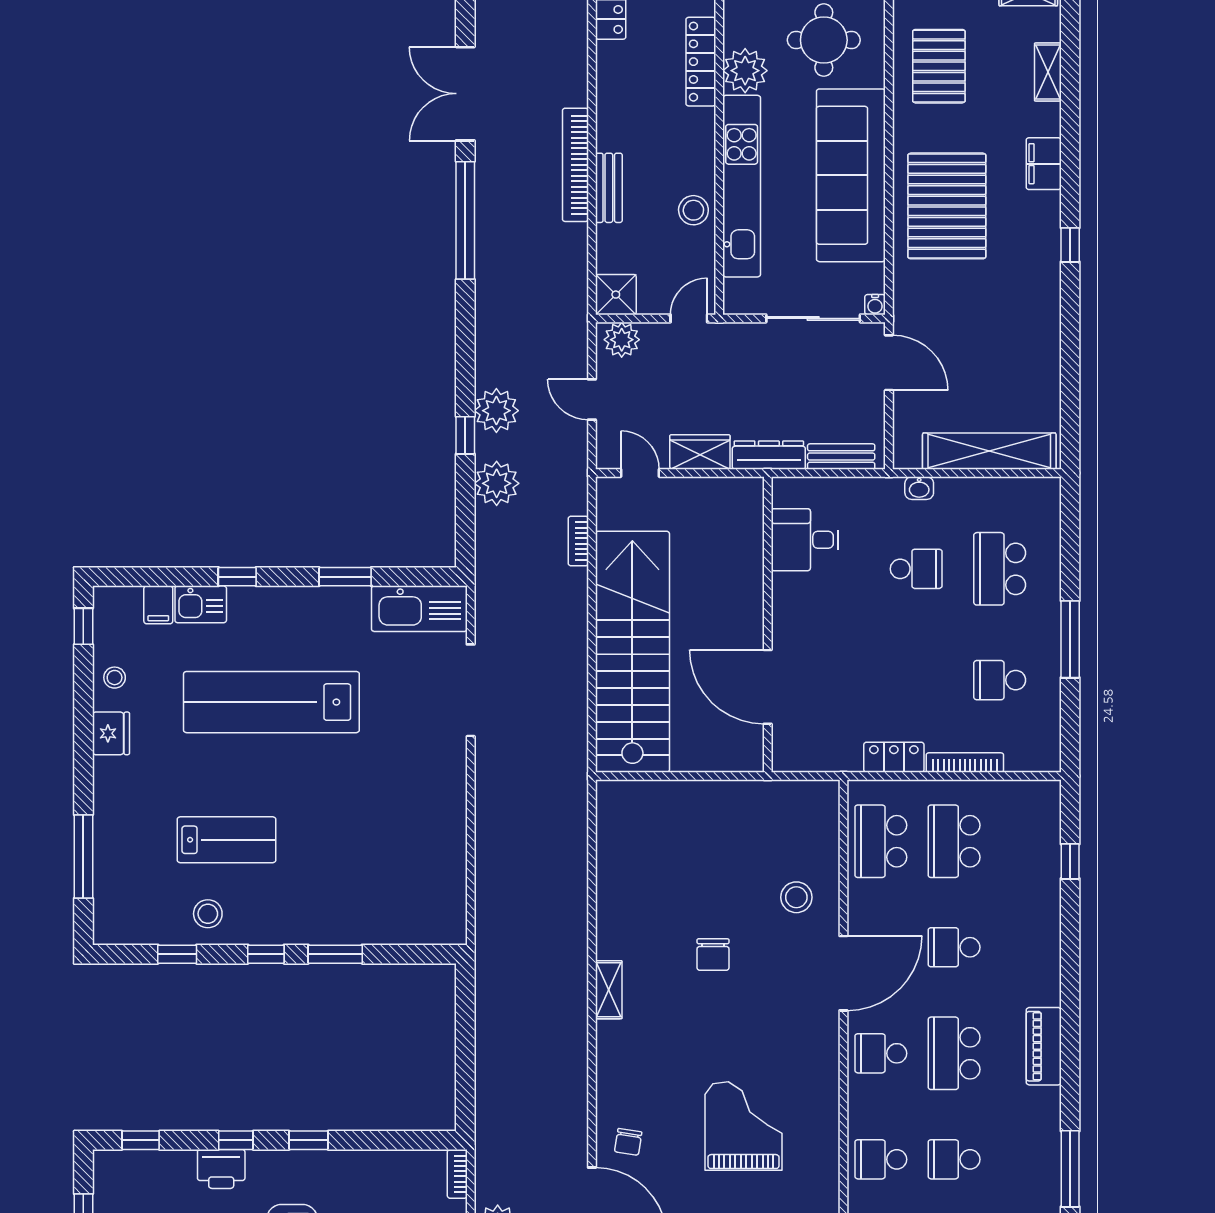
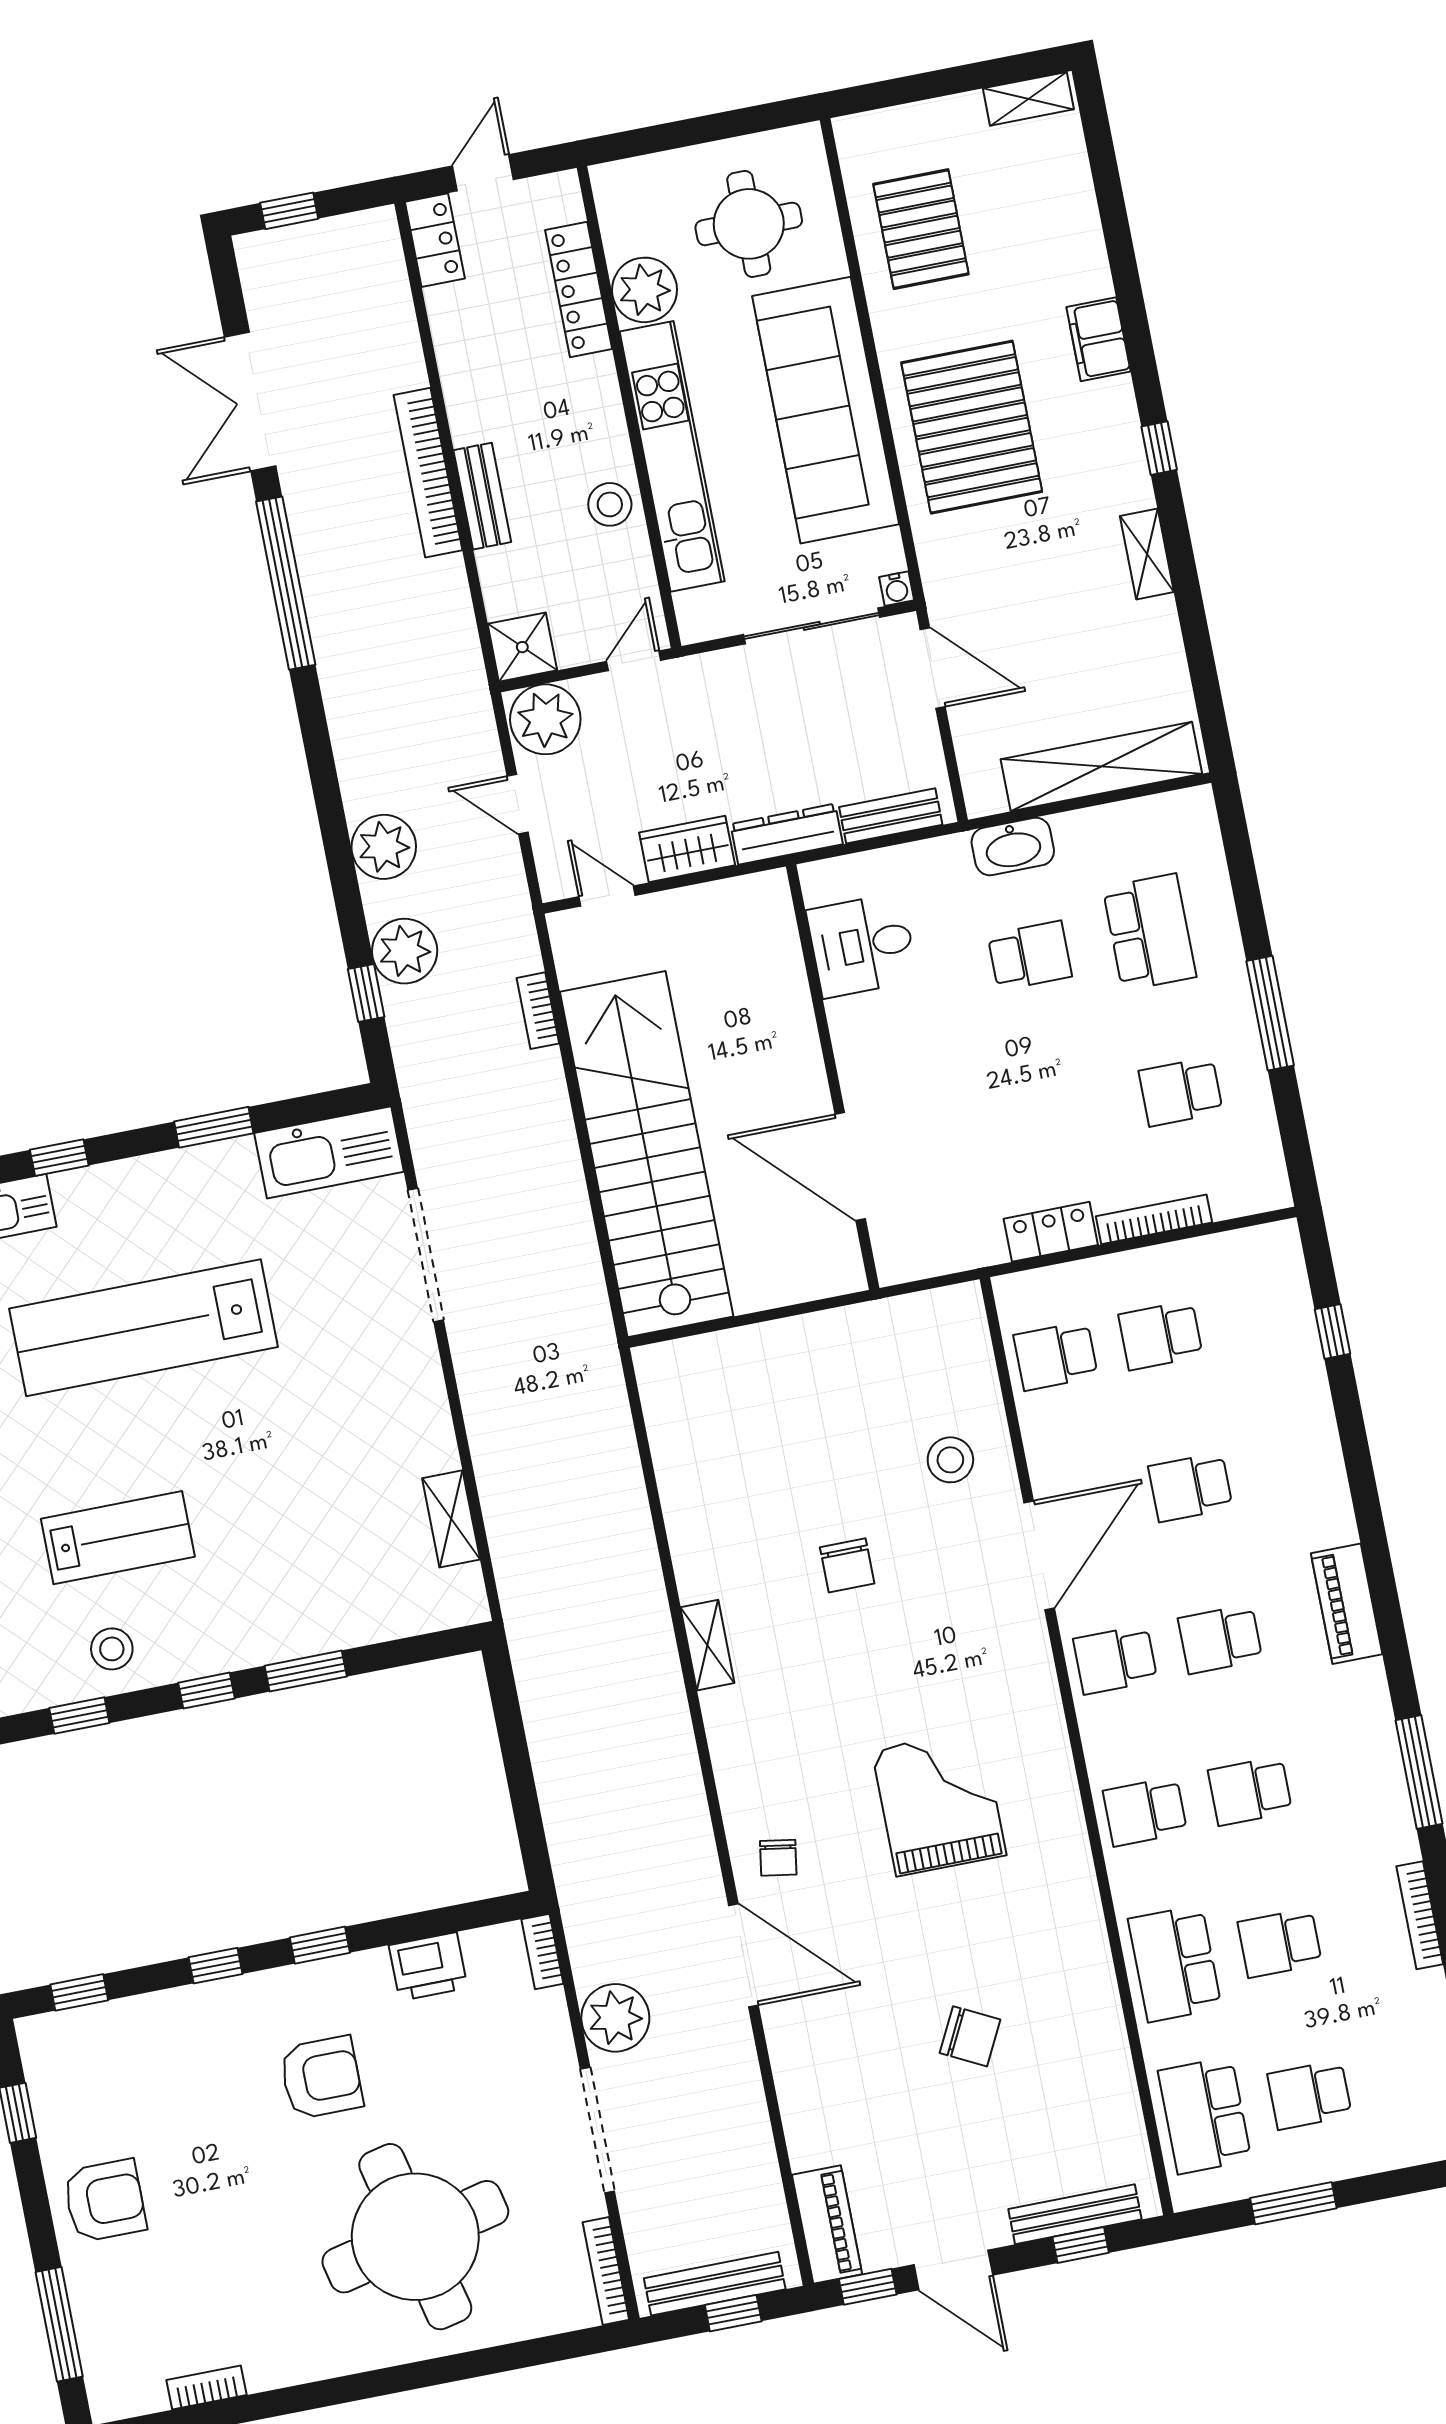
shelving: (1048, 72) -> (1147, 554), moved
plant: (622, 340) -> (545, 719), width x1.36, depth x1.36
window: (465, 435) -> (366, 993), moved
washbasin: (919, 488) -> (1013, 846), width x1.91, depth x1.45
school desk: (1000, 569) -> (1149, 932), turned 180
school desk: (881, 841) -> (1056, 1356), width x0.54
school desk: (954, 841) -> (1161, 1335), width x0.54
shelving: (453, 871) -> (451, 1519), added
school desk: (954, 1053) -> (1220, 1639), width x0.54
printer: (221, 1169) -> (428, 1967), moved

